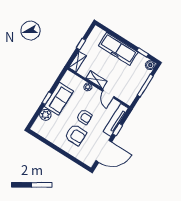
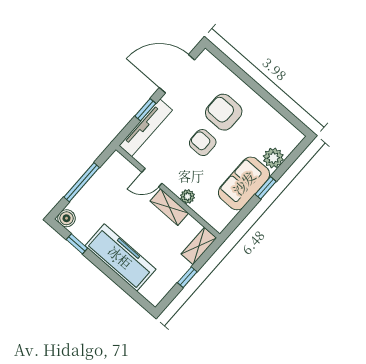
door: (108, 94) -> (152, 178), swing flipped

